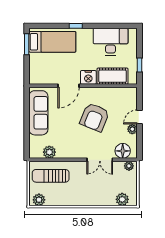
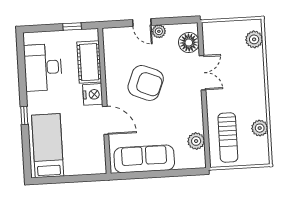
window: (27, 44) -> (53, 180), removed
plant: (129, 166) -> (209, 33), removed
plant: (39, 200) -> (260, 128), moved

